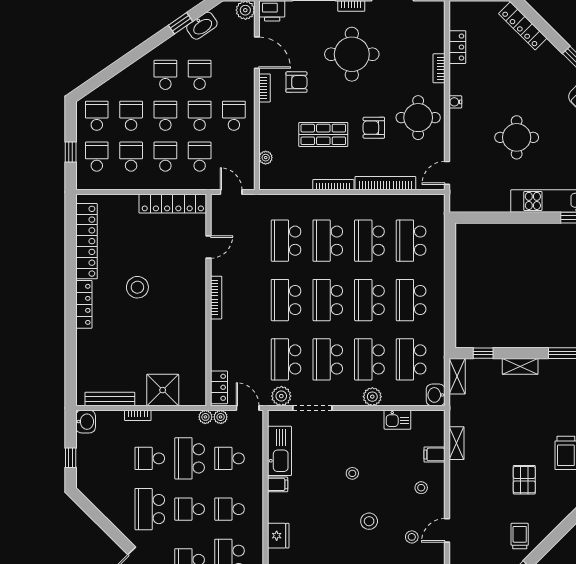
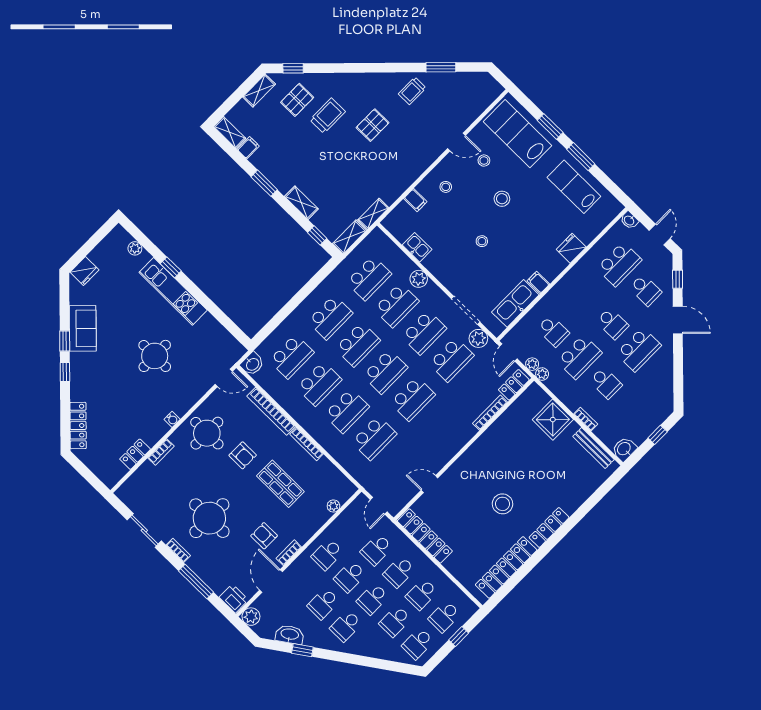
bookcase: (216, 298) -> (490, 413), moved
washbasin: (436, 395) -> (252, 364), moved
shelving: (456, 443) -> (373, 214), moved
school desk: (229, 509) -> (586, 298), removed

